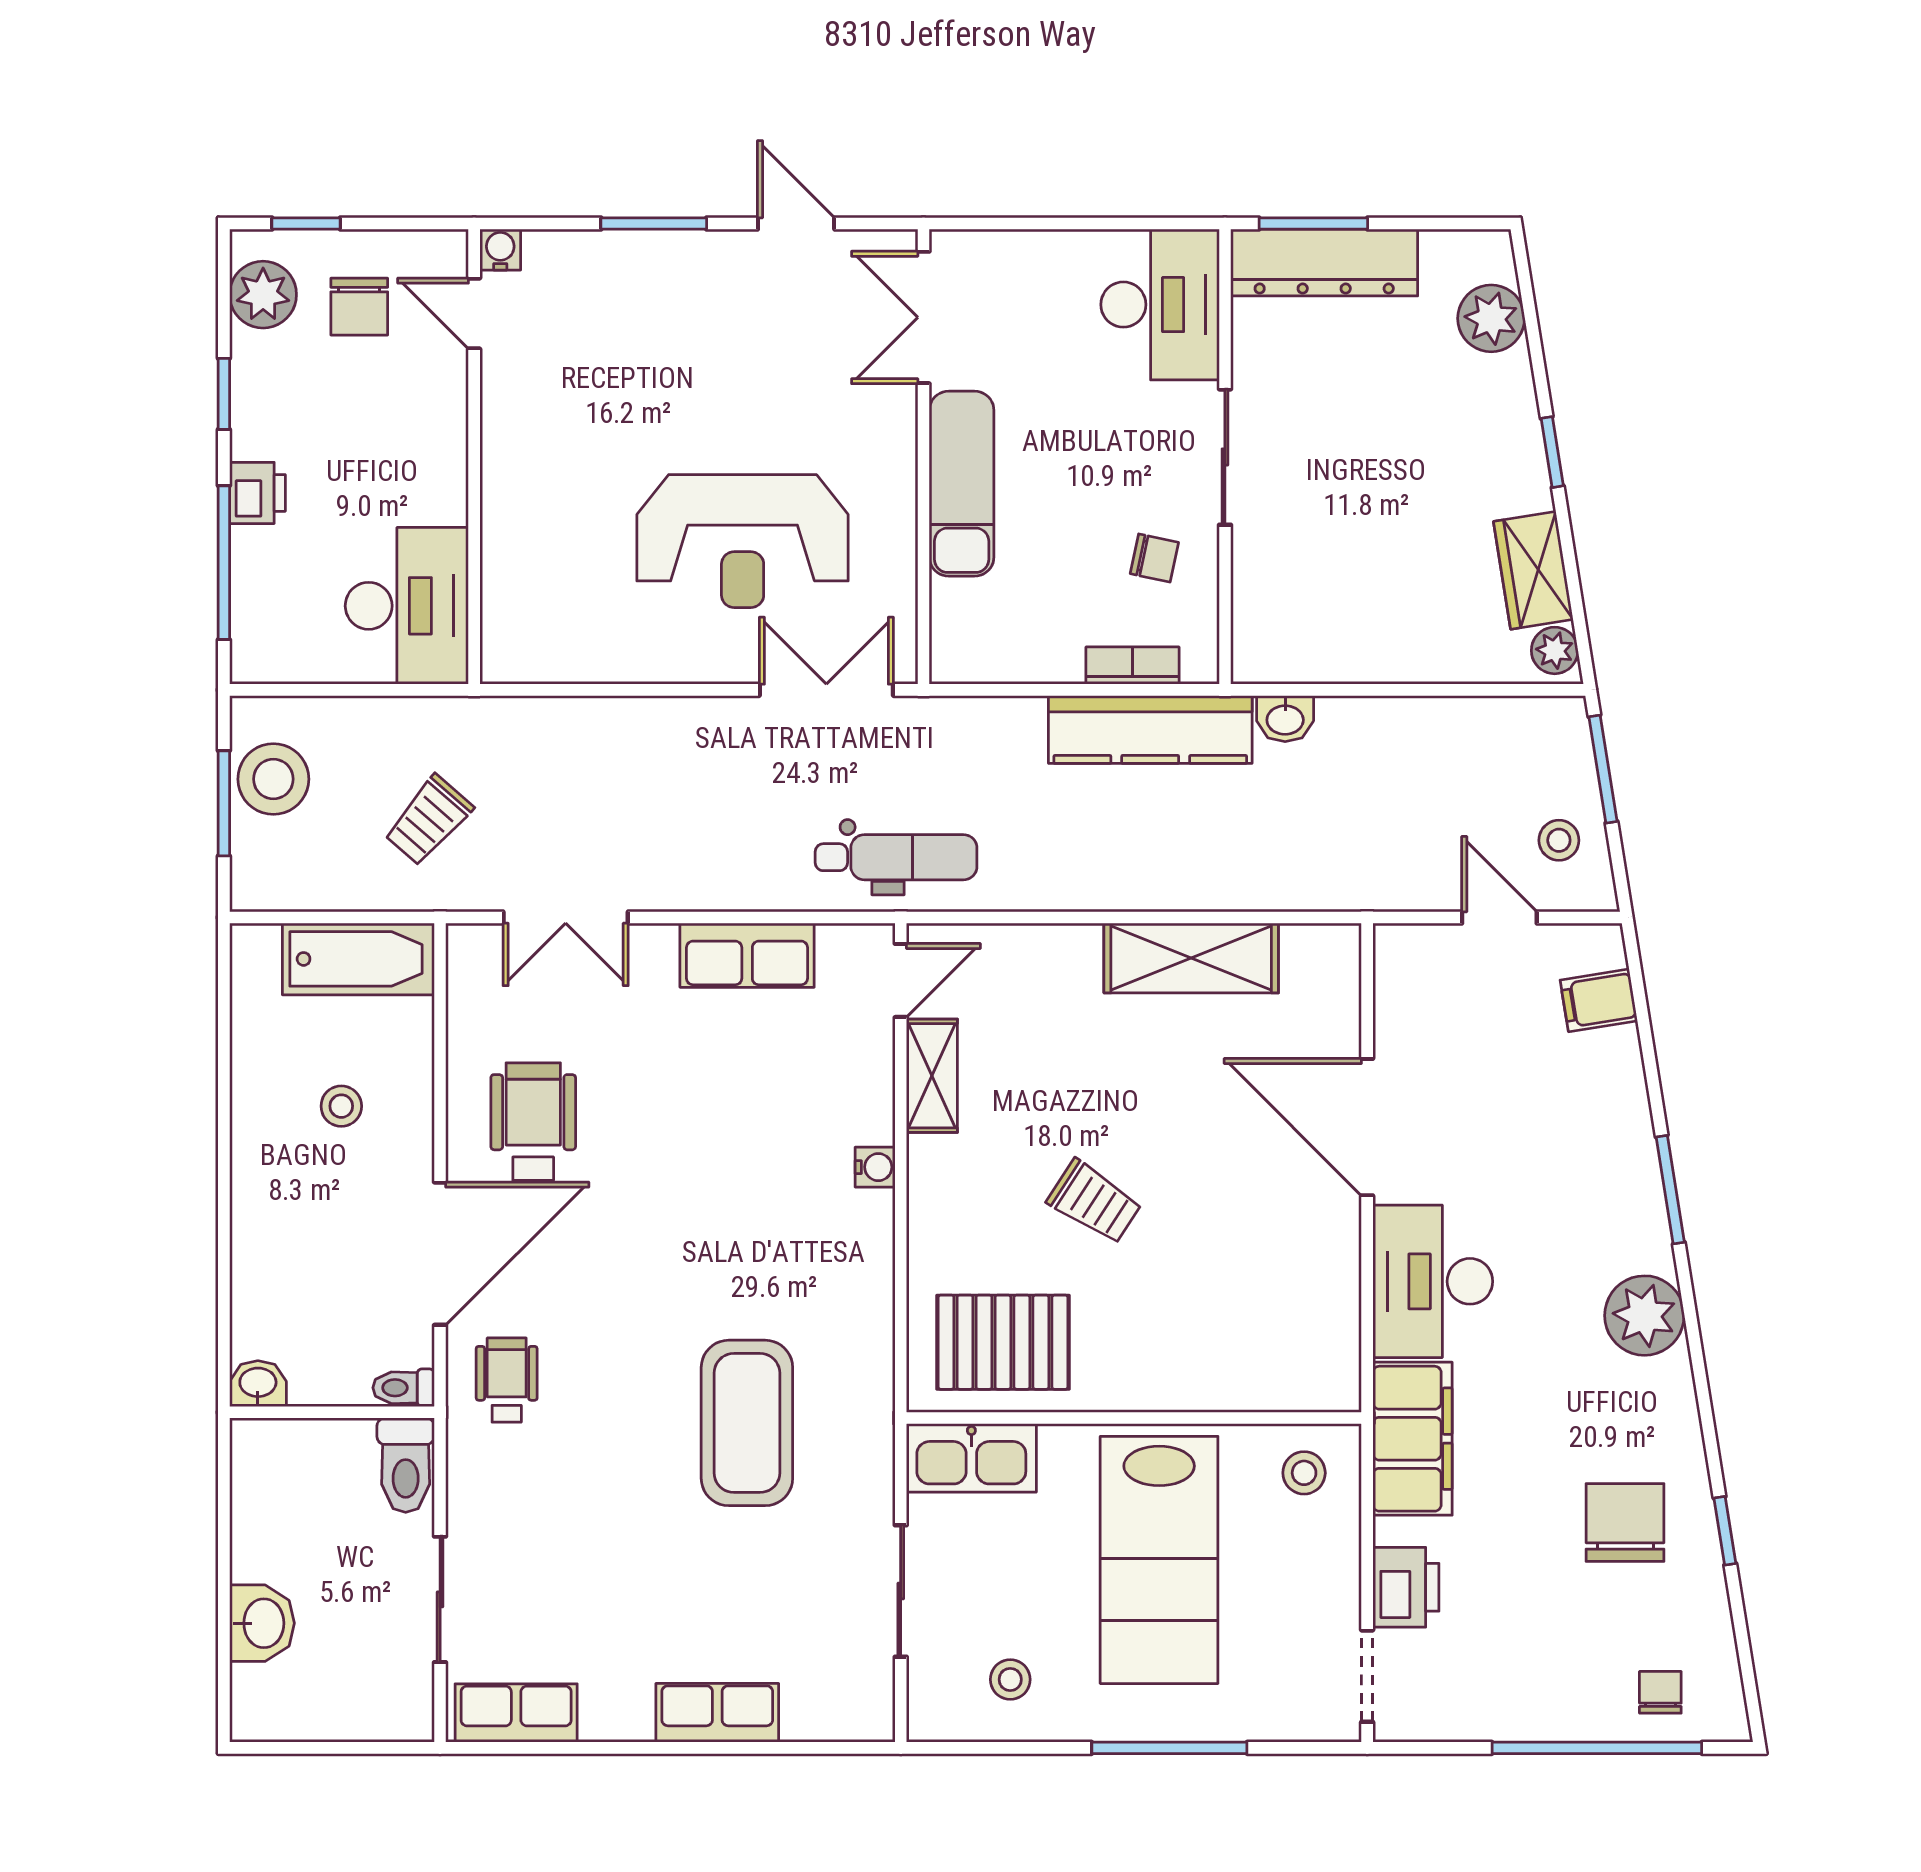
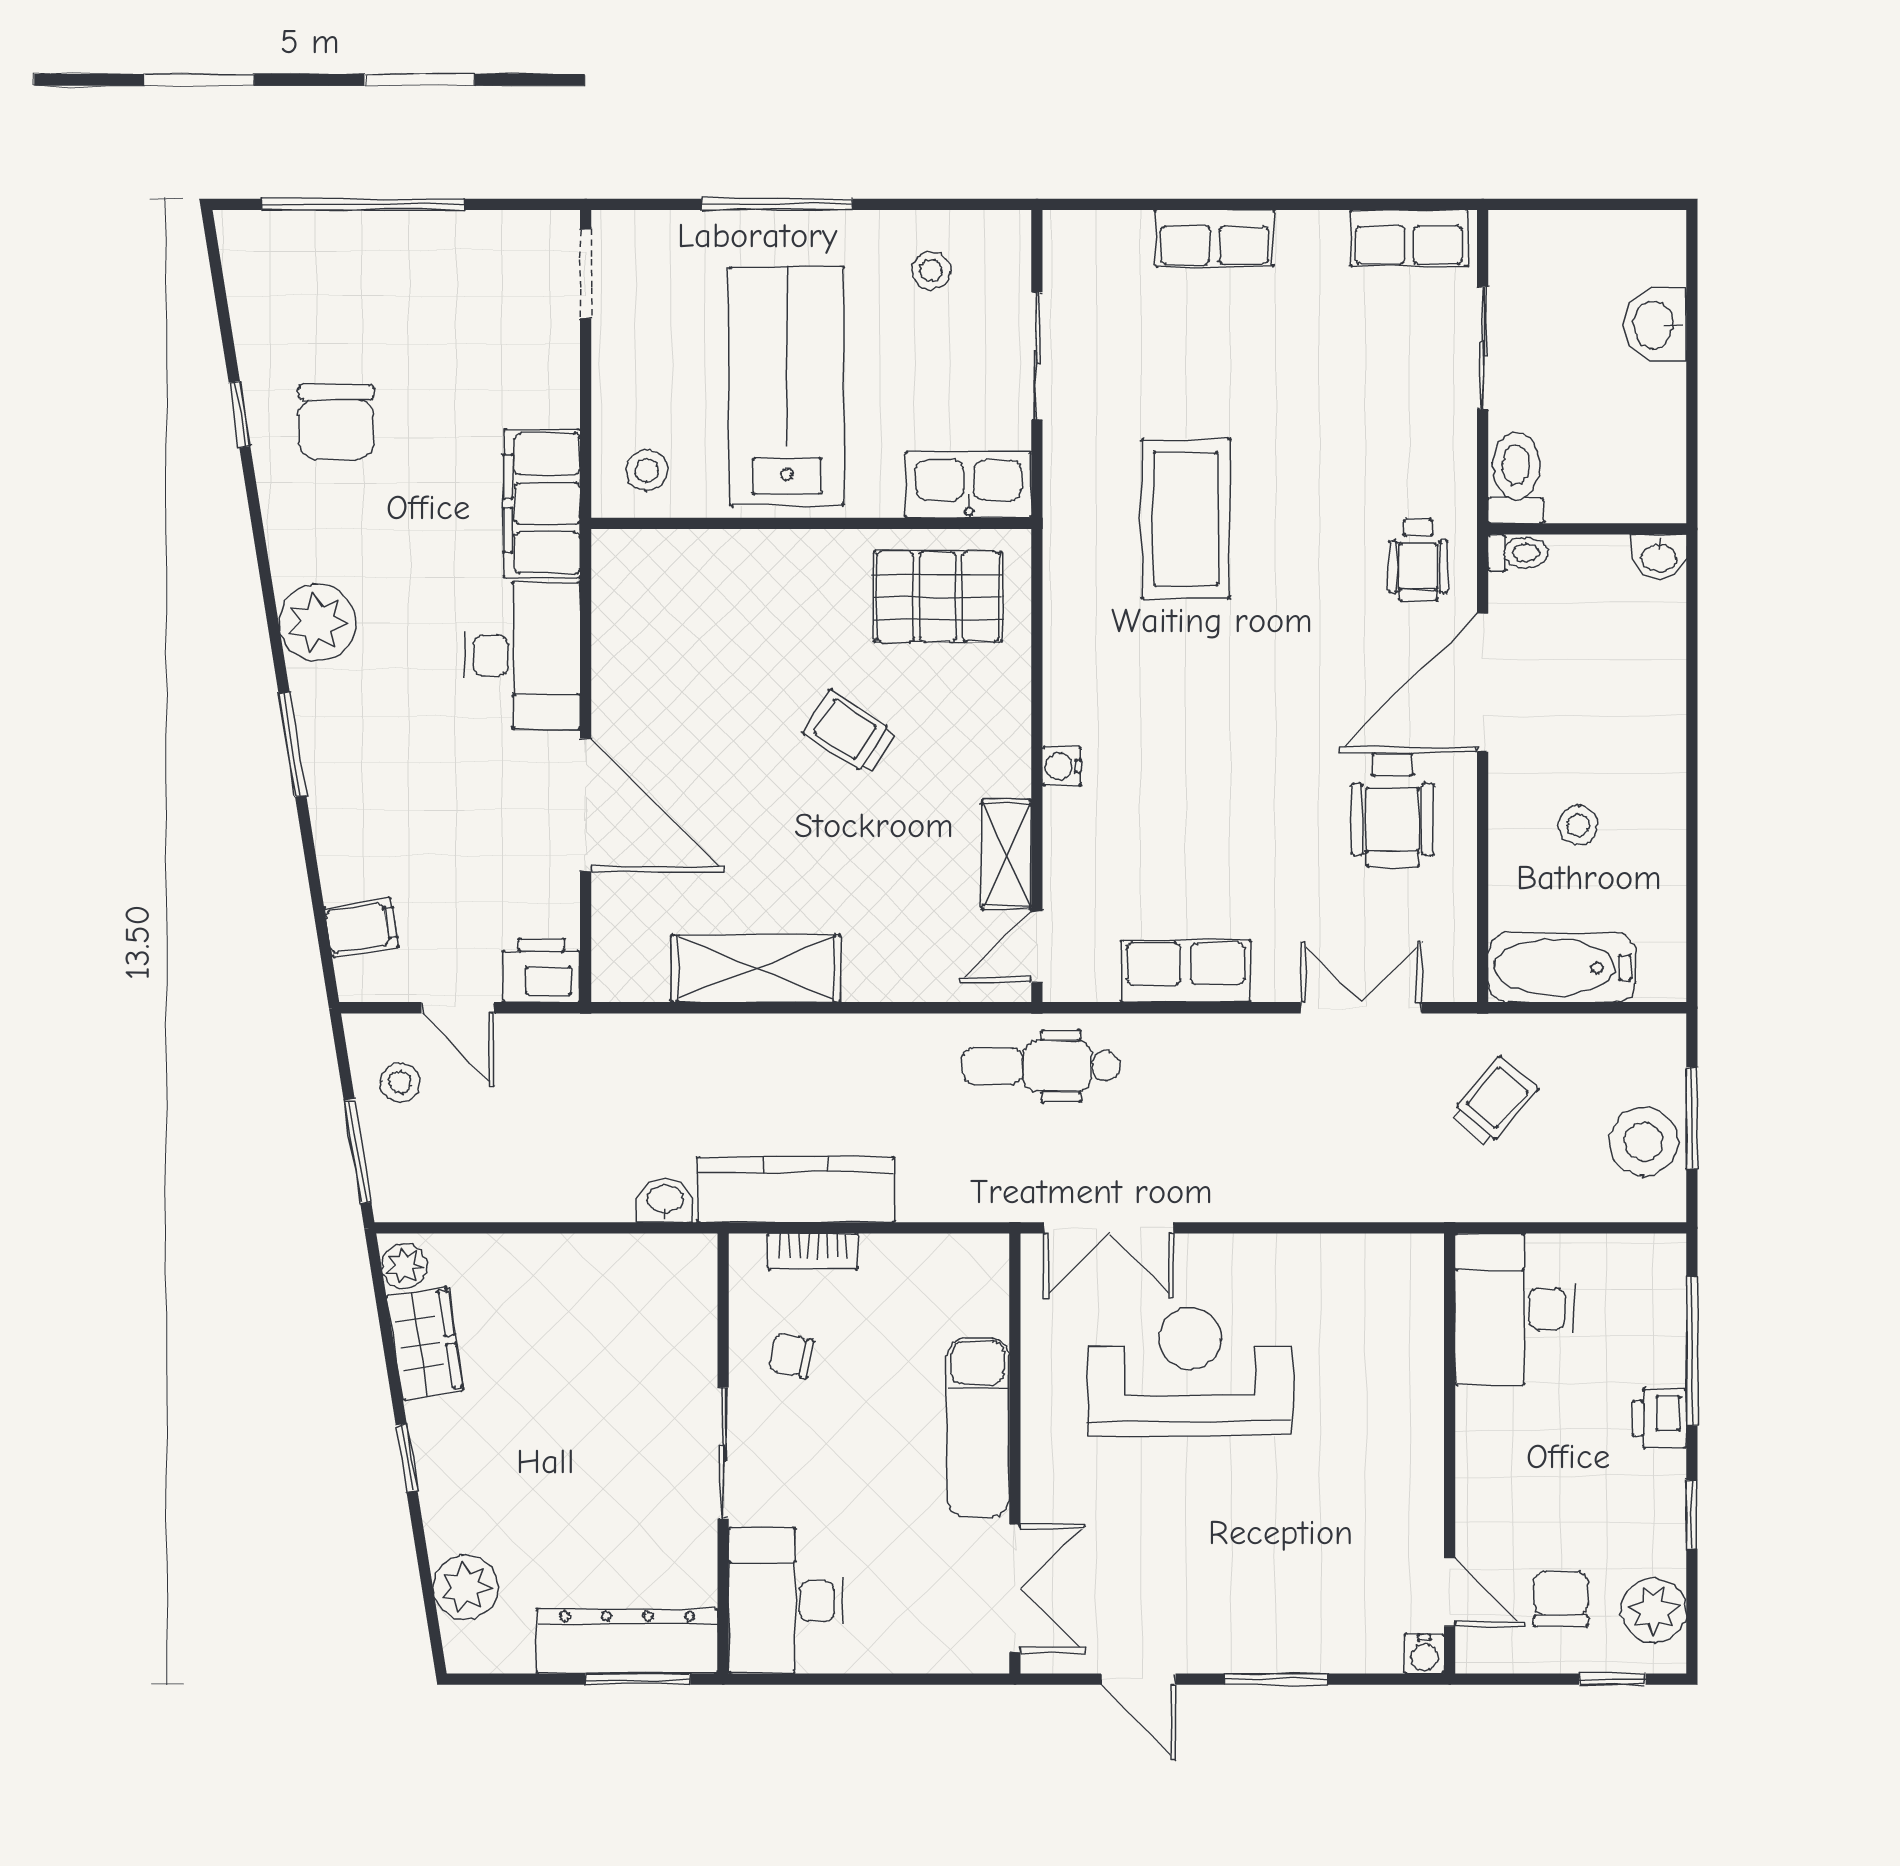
printer: (1406, 1587) -> (541, 970), moved, turned 90
chair: (1660, 1692) -> (302, 258), removed

